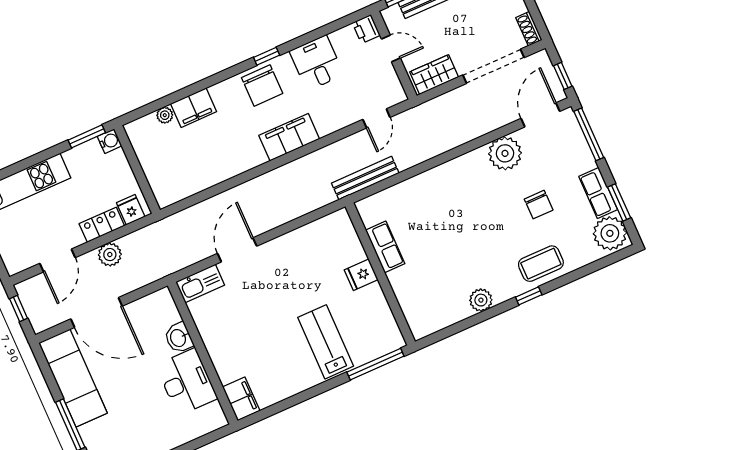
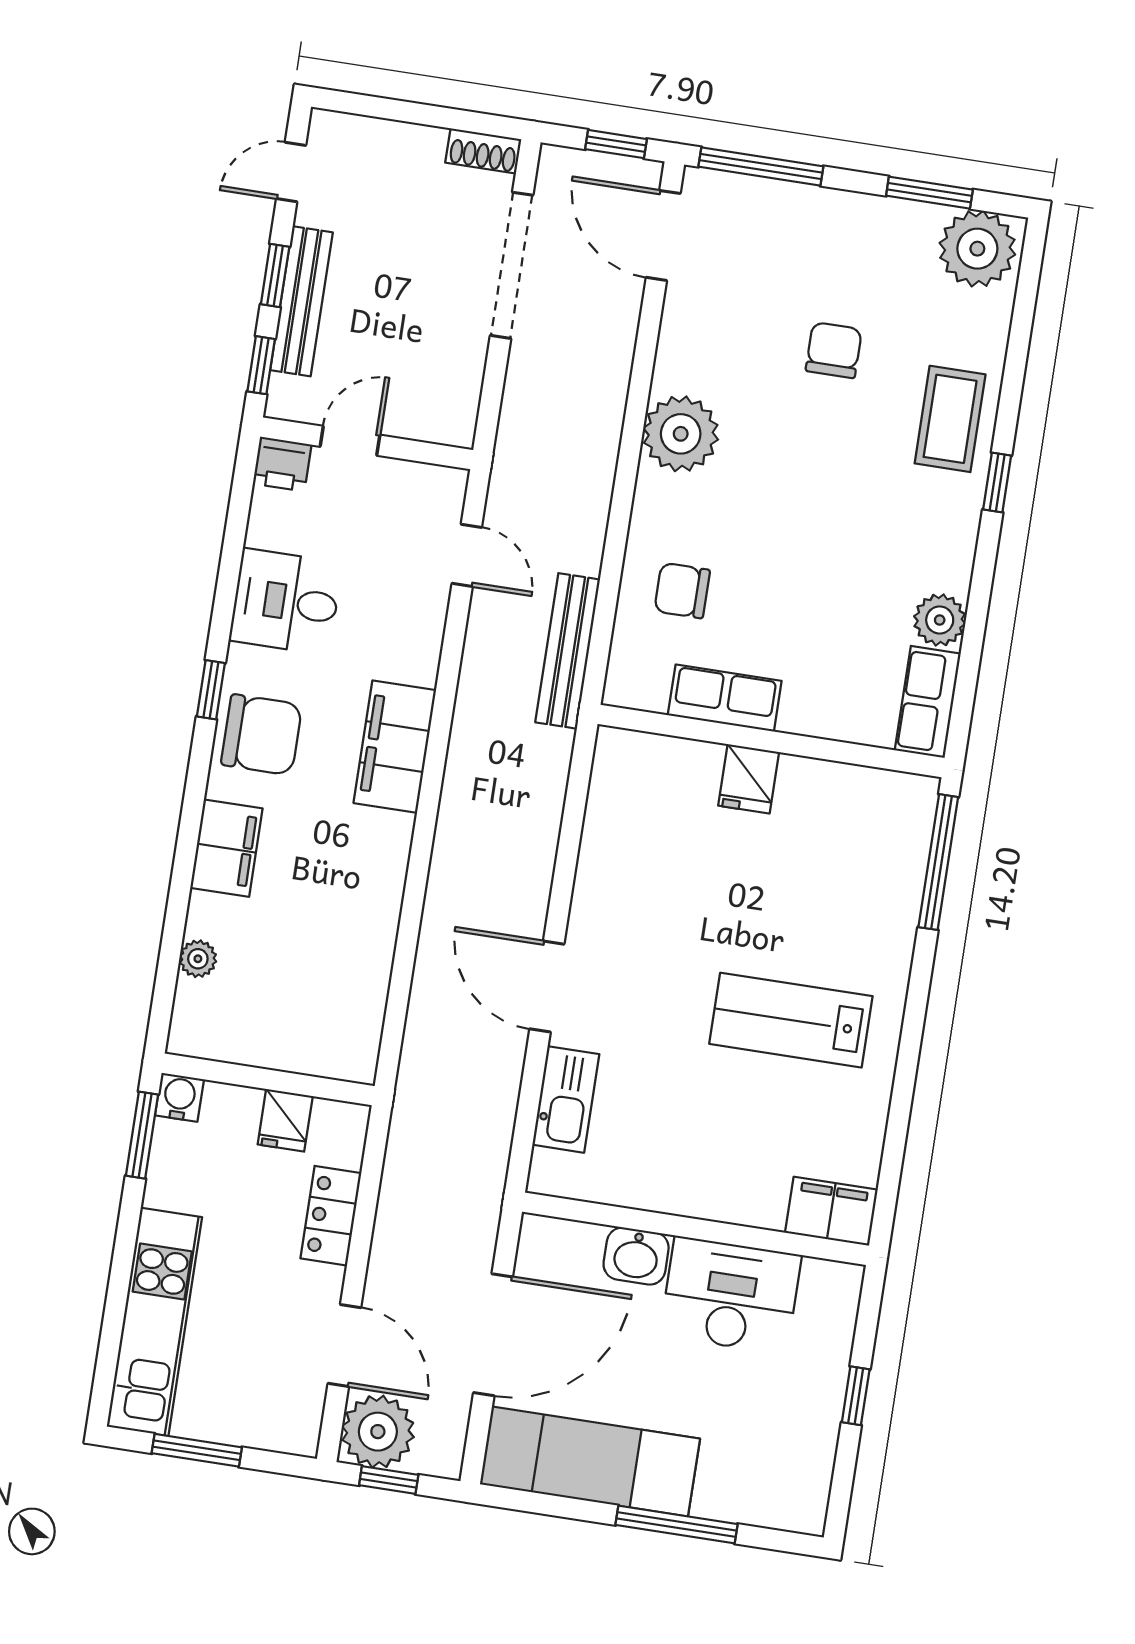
wardrobe: (434, 75) -> (454, 390), removed
filing cabinet: (194, 108) -> (226, 848), moved
plant: (505, 153) -> (681, 434), moved
row of seats: (598, 193) -> (928, 702), moved, turned 90
chair: (539, 205) -> (834, 350), turned -90
chair: (414, 206) -> (682, 591), added
fridge: (131, 210) -> (285, 1120), moved, turned -90
plant: (110, 255) -> (378, 1432), moved, width x1.36, depth x1.36
plant: (481, 300) -> (940, 620), moved
washbasin: (179, 338) -> (636, 1256), moved
lab bench: (326, 342) -> (791, 1020), moved
wall: (203, 353) -> (695, 1229), moved
desk: (187, 382) -> (731, 1295), moved
filing cabinet: (241, 399) -> (831, 1211), moved

